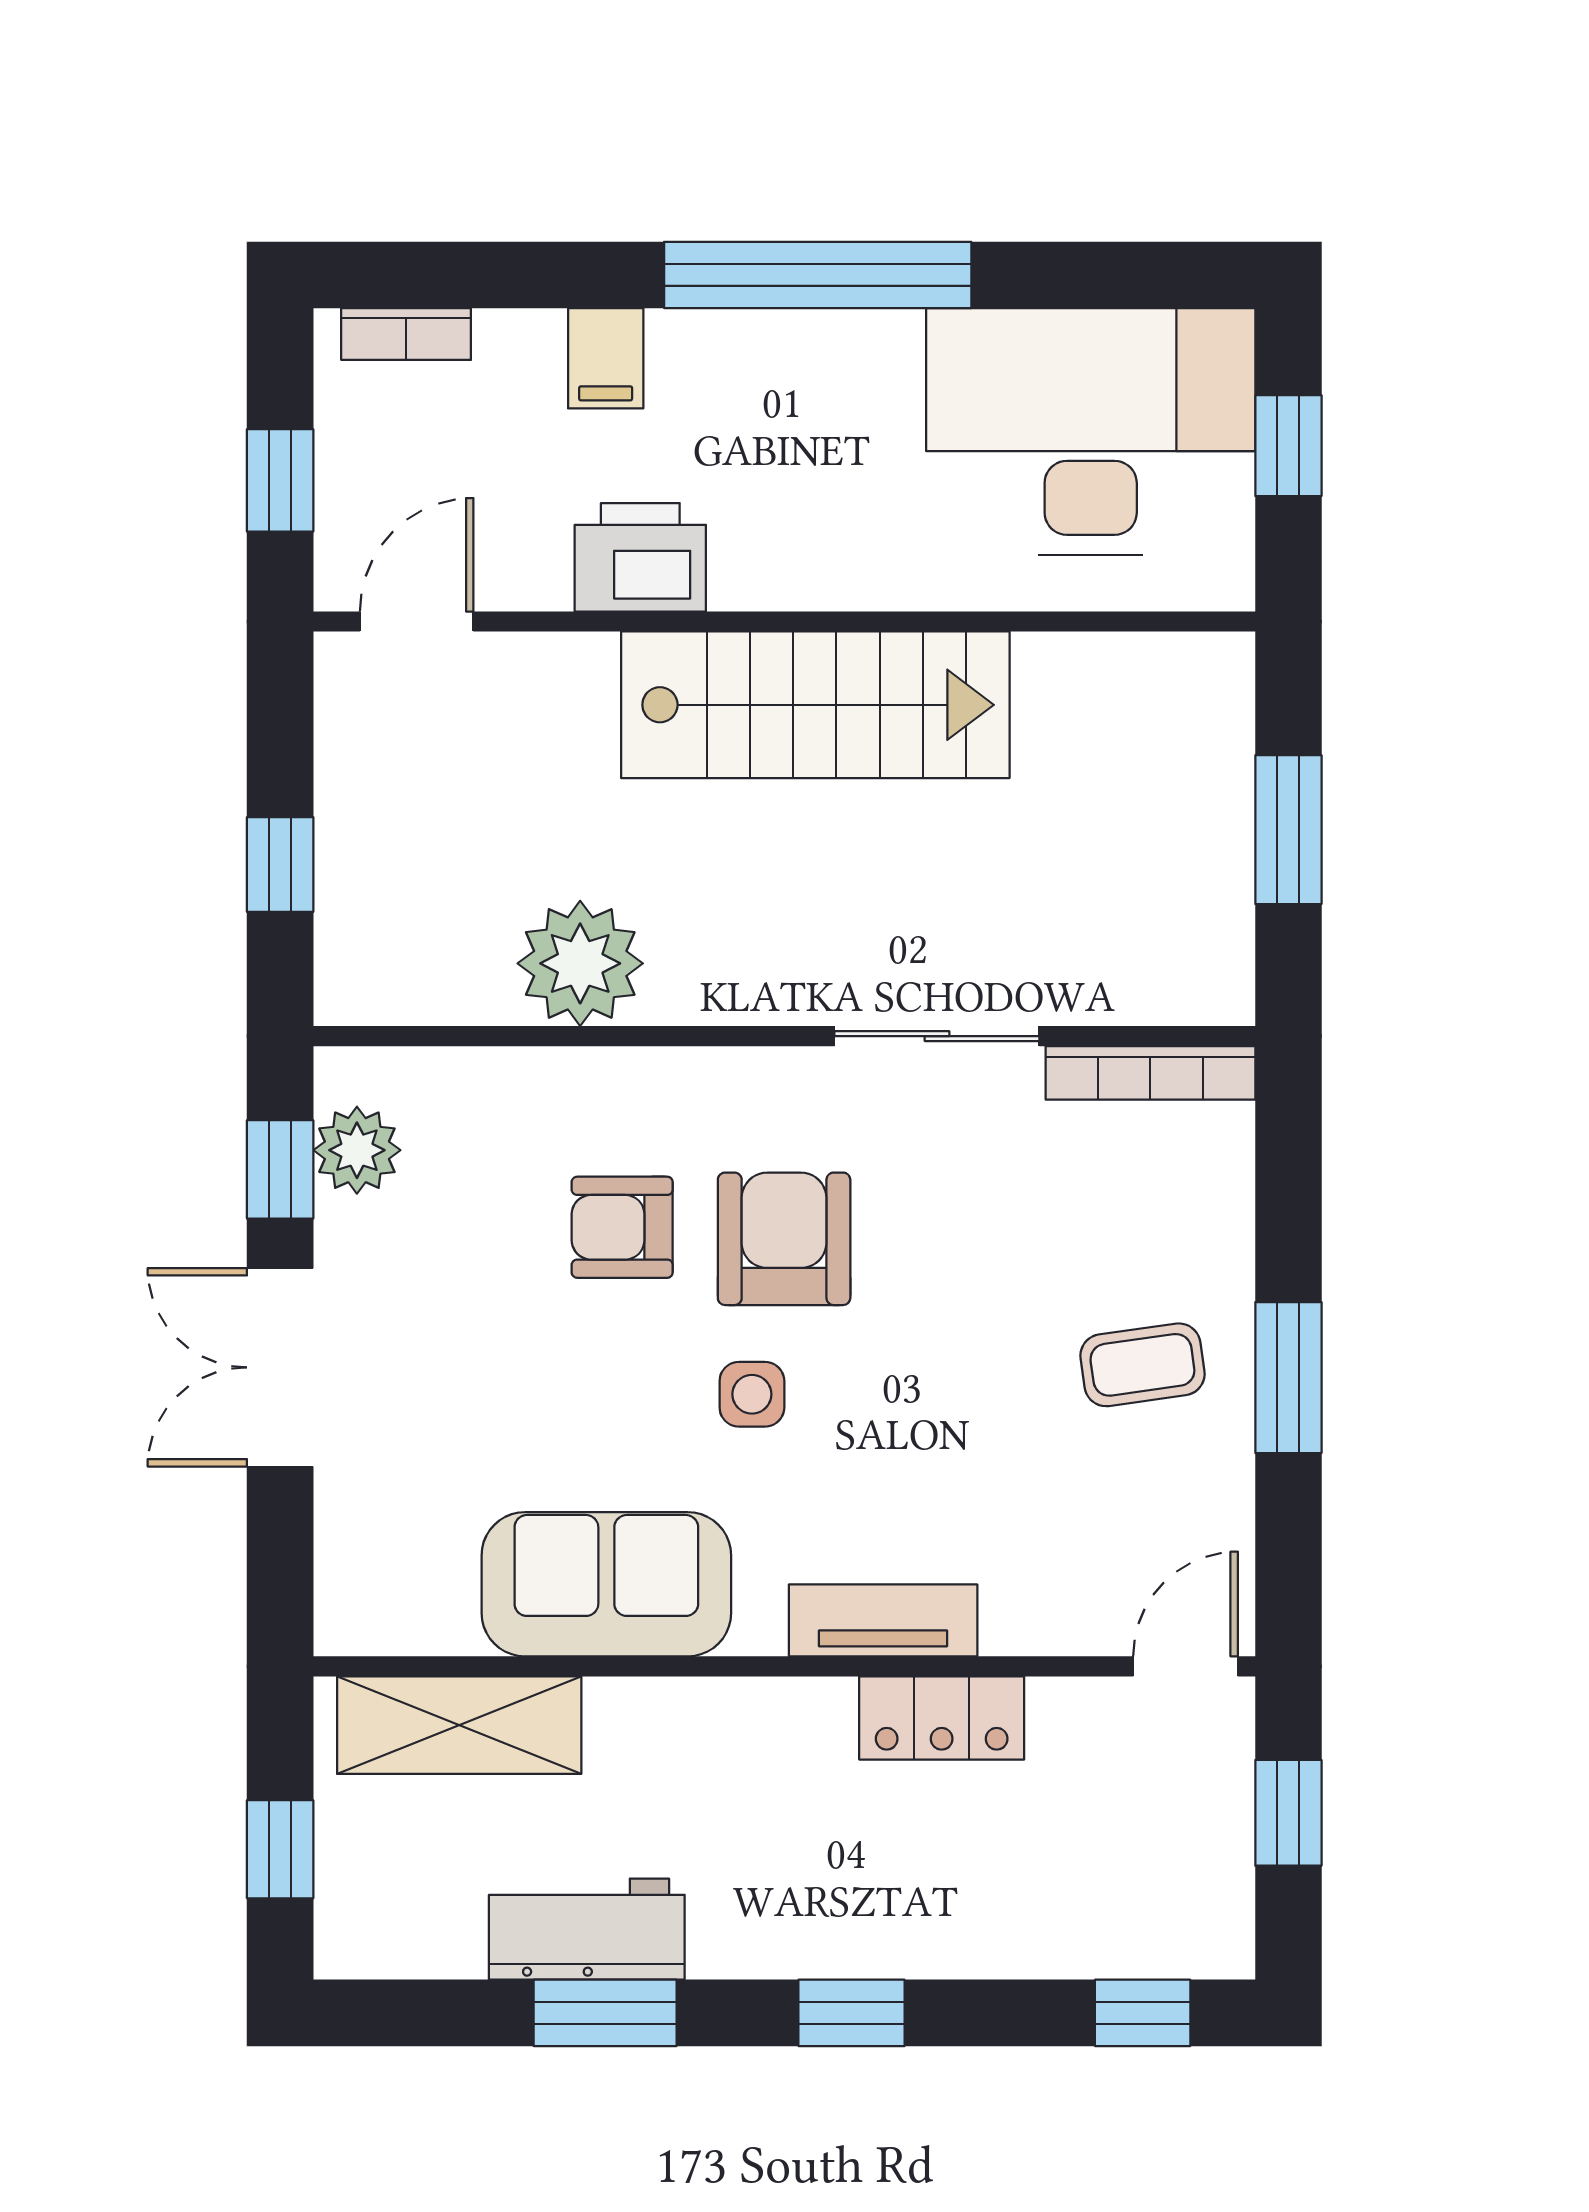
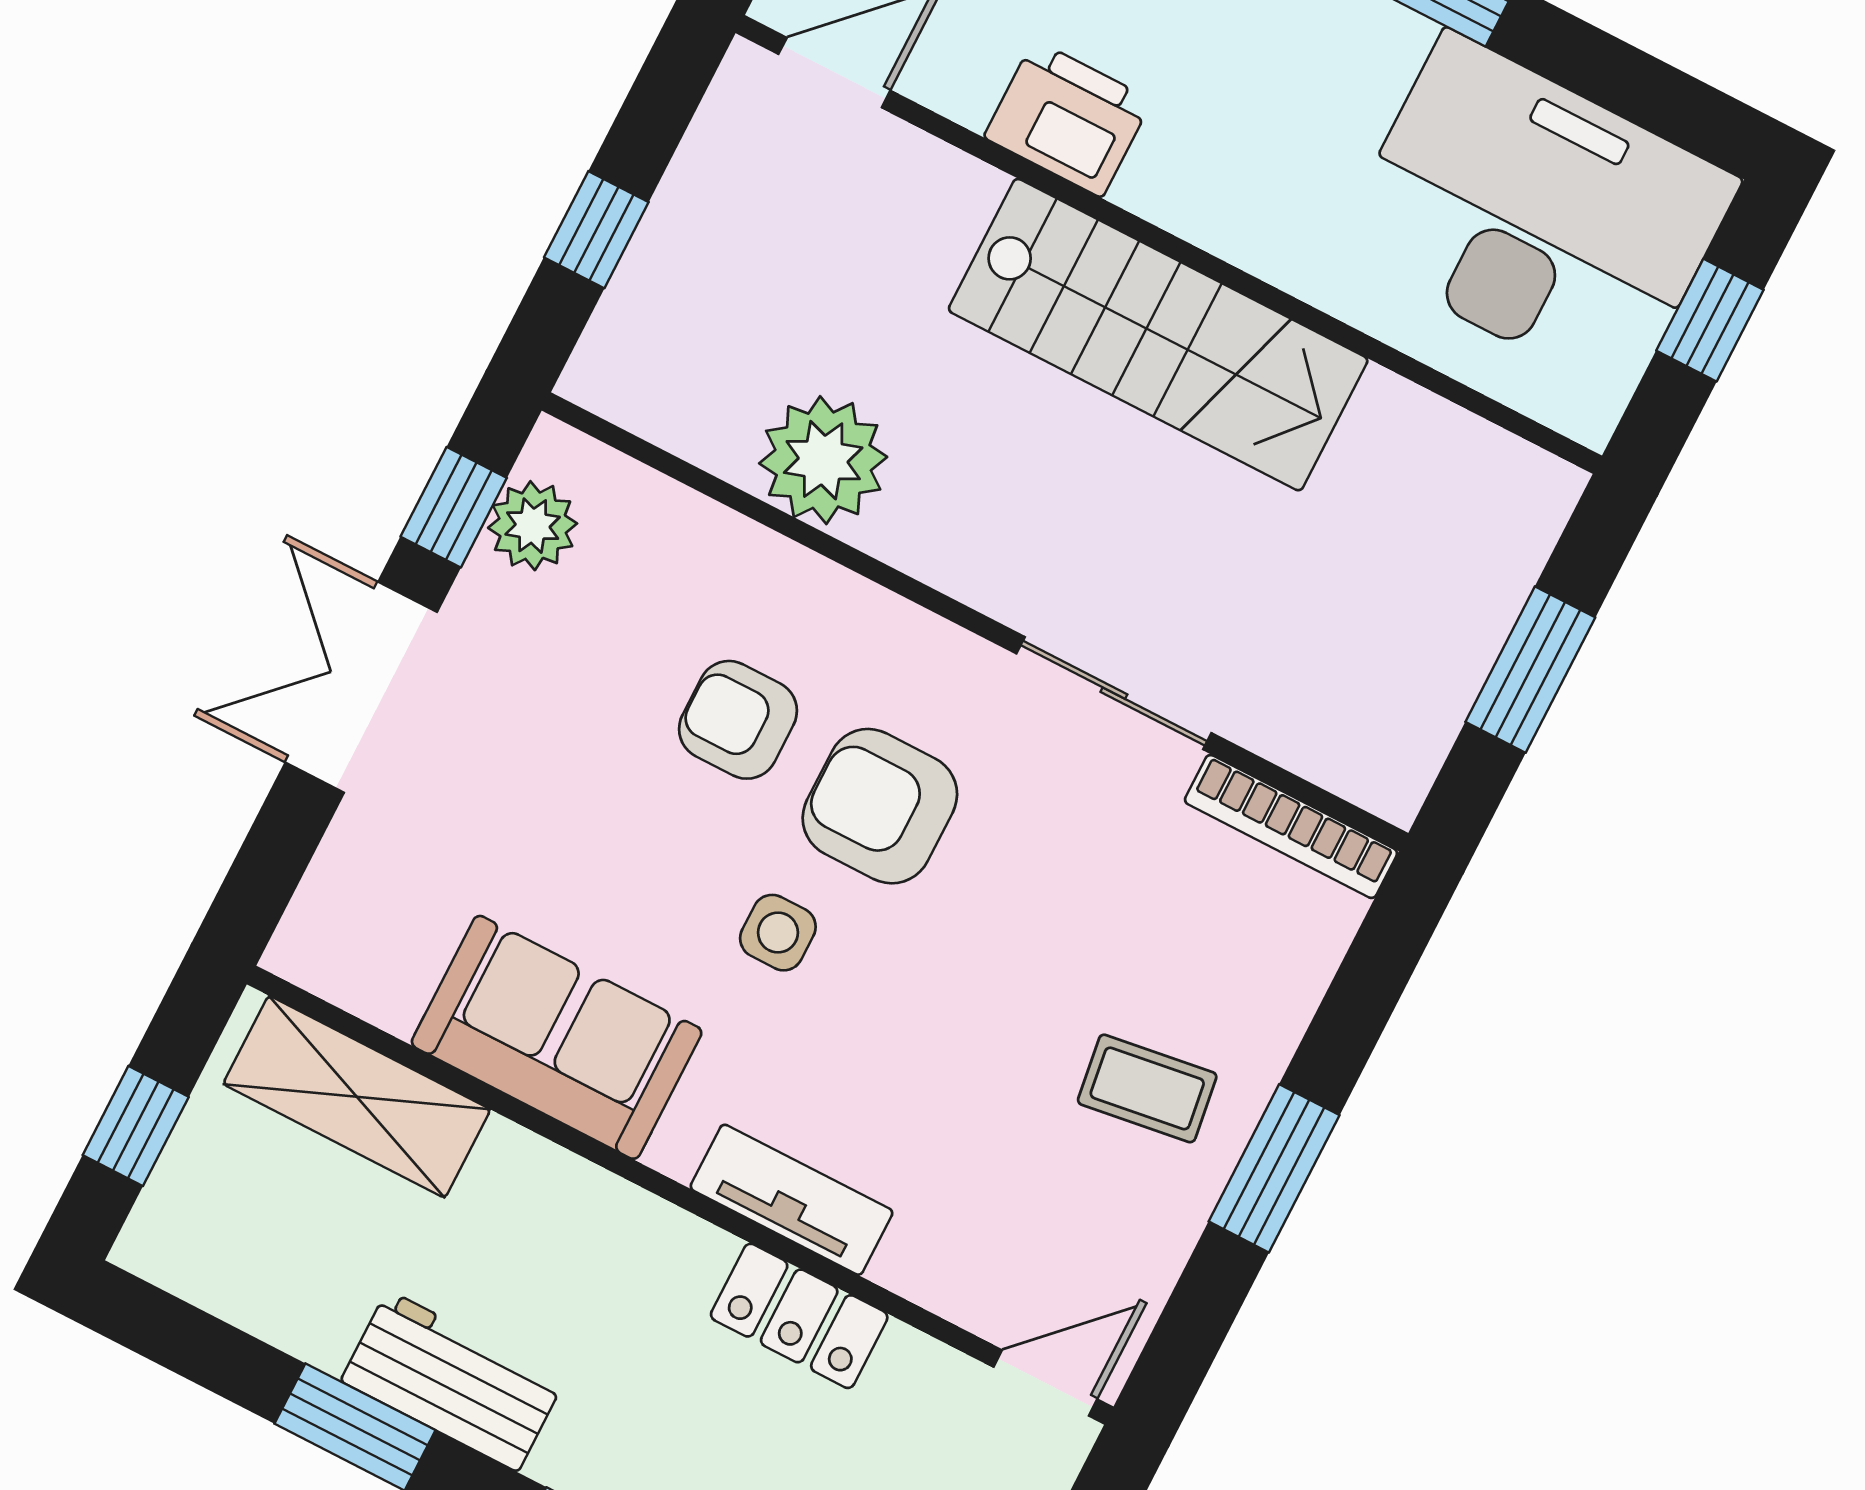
armchair: (784, 1239) -> (880, 806), turned -90
workbench: (587, 1929) -> (453, 1381), moved

